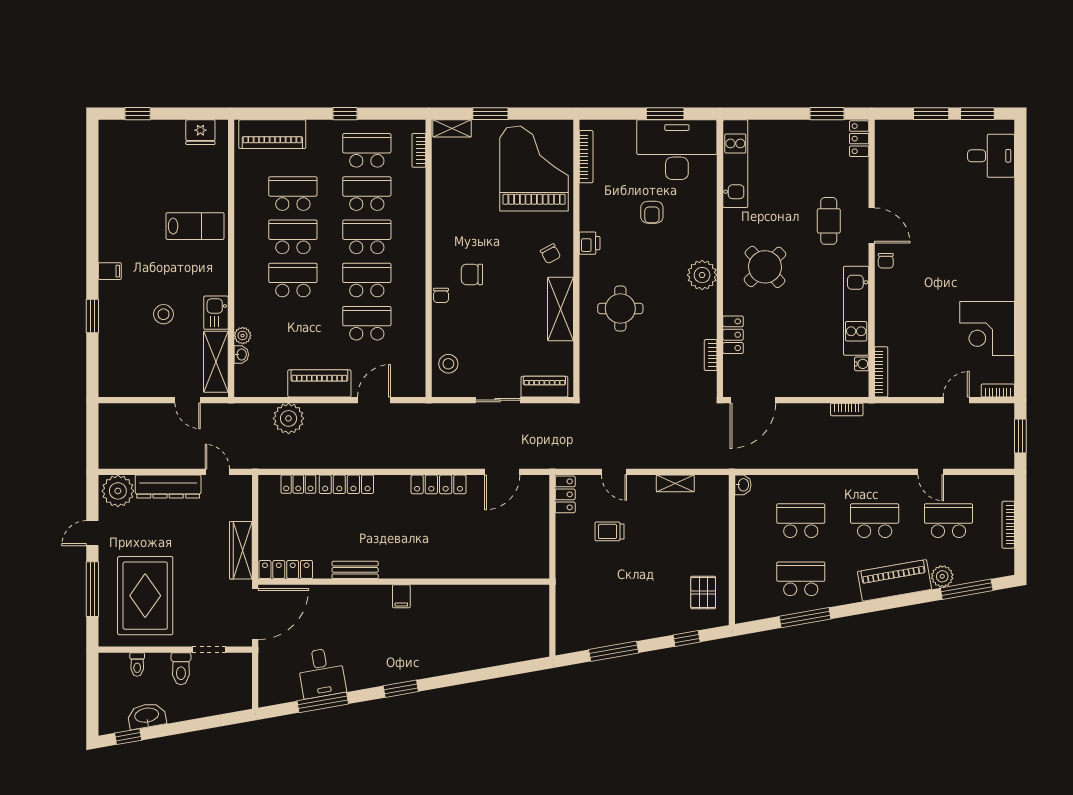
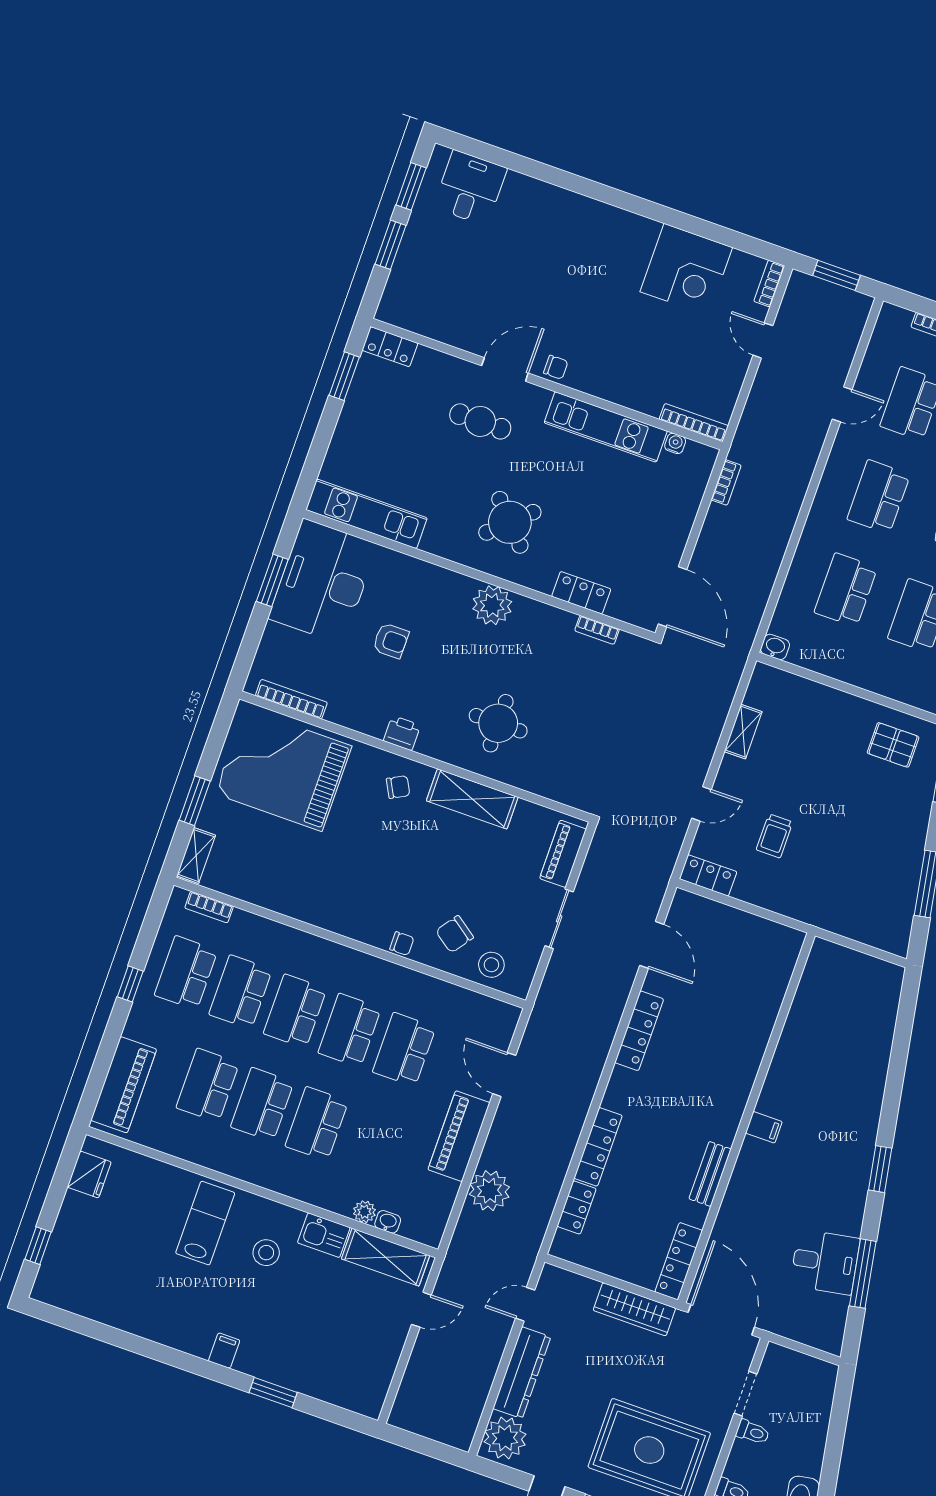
chair: (472, 274) -> (455, 934), moved, turned 36
stool: (163, 314) -> (266, 1253), moved
toilet: (181, 669) -> (753, 1432), width x0.73, depth x0.72

